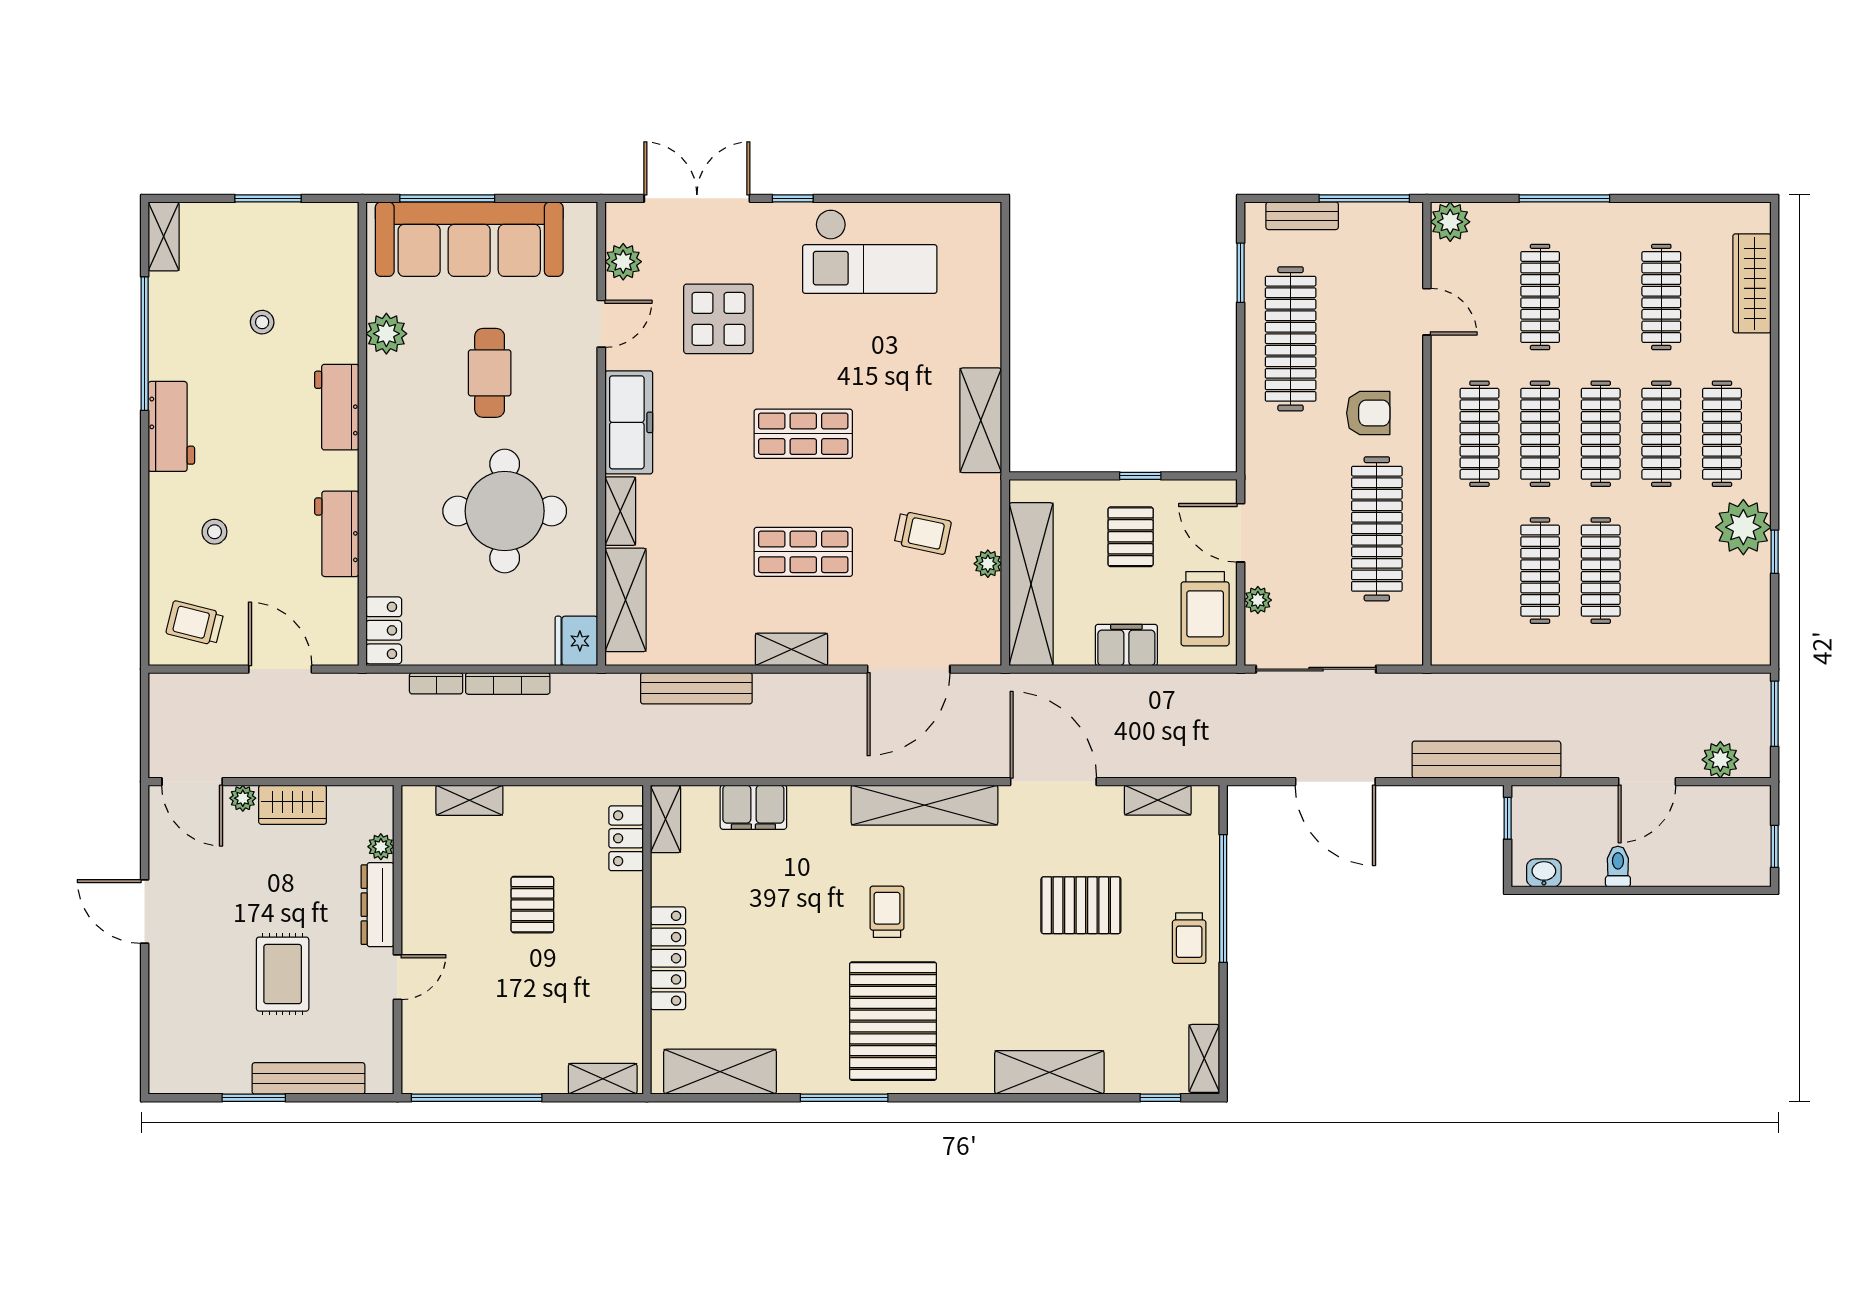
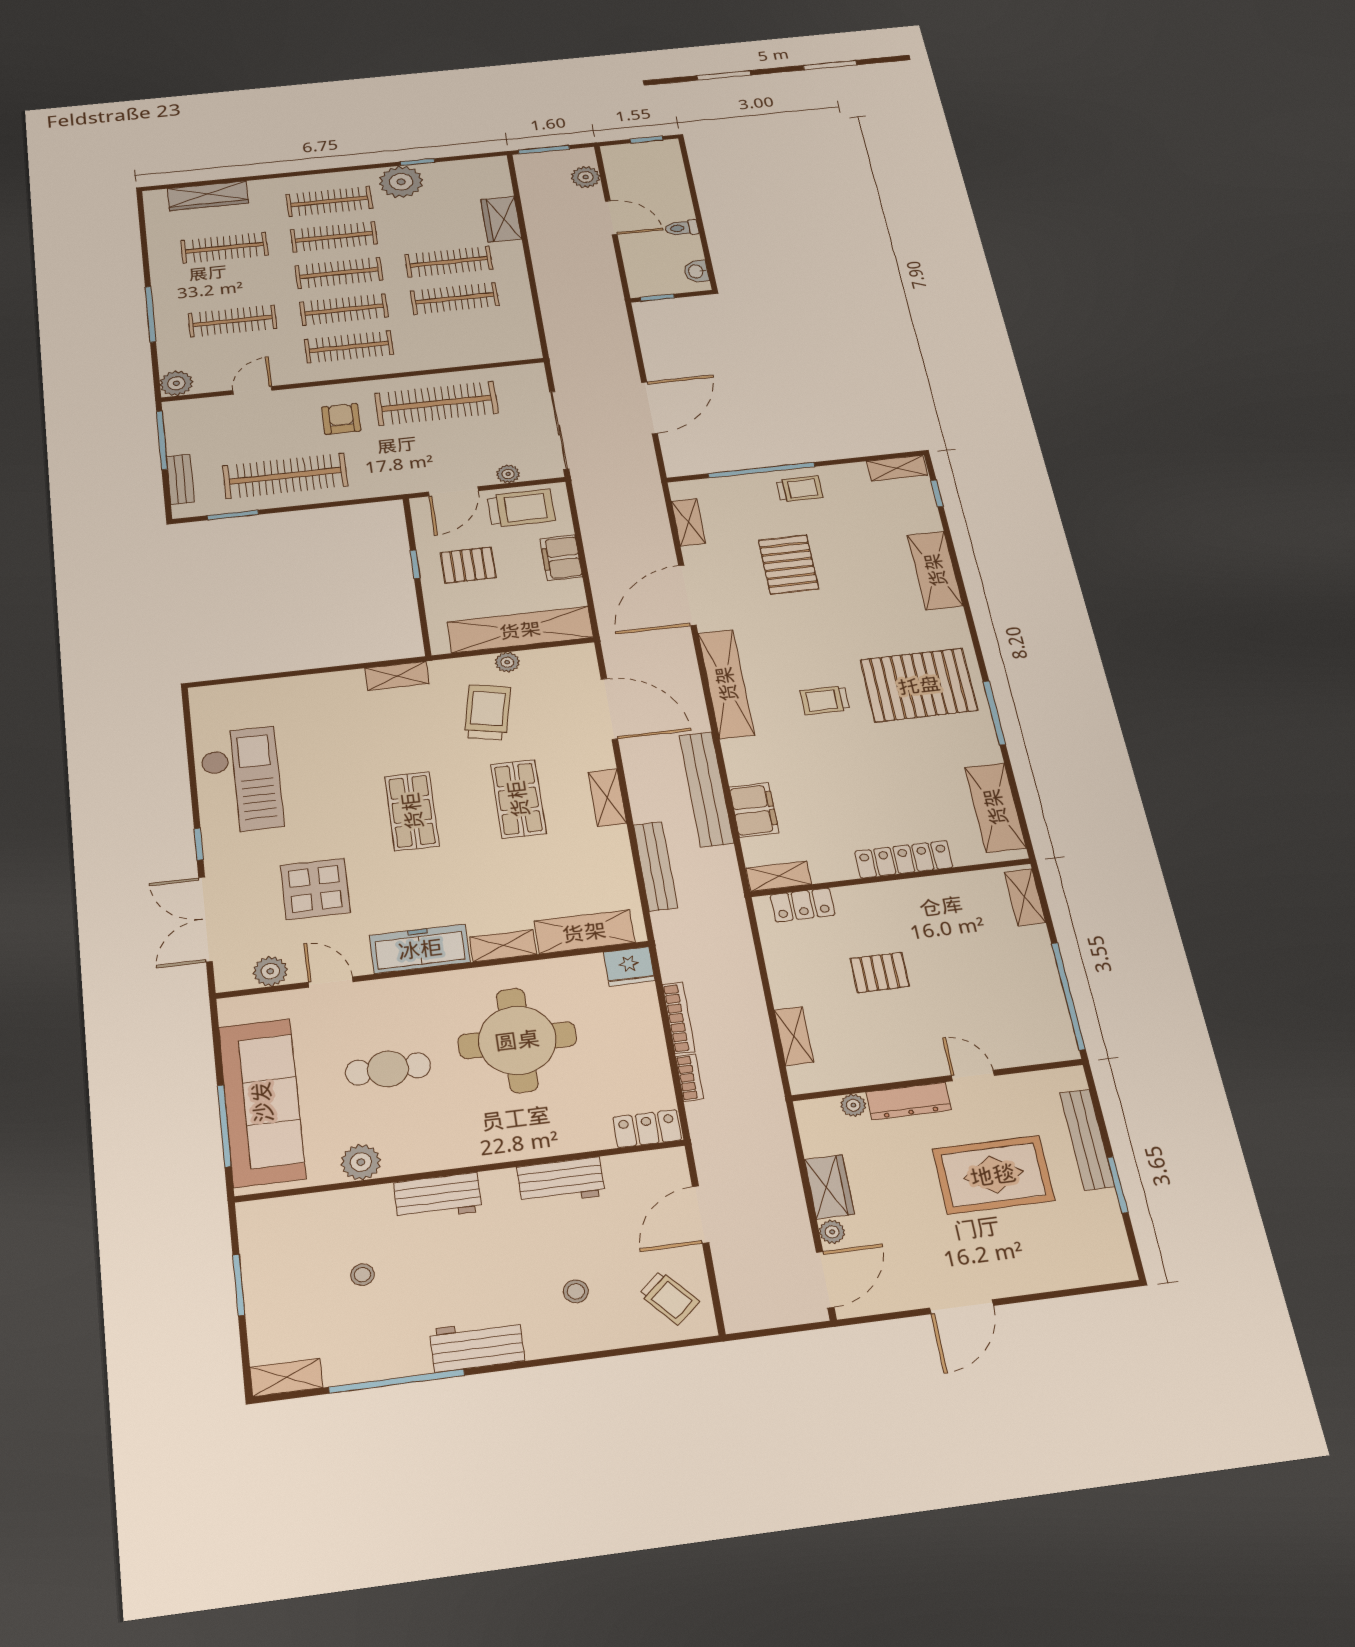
shelving: (981, 420) -> (397, 676), width x0.67, depth x0.75
trolley: (923, 533) -> (487, 712), width x1.36, depth x1.39
trolley: (195, 623) -> (669, 1298), turned -55
wardrobe: (1663, 644) -> (501, 219), added
bench: (1486, 760) -> (706, 789), moved
rug: (283, 974) -> (993, 1175), width x1.36, depth x1.43

